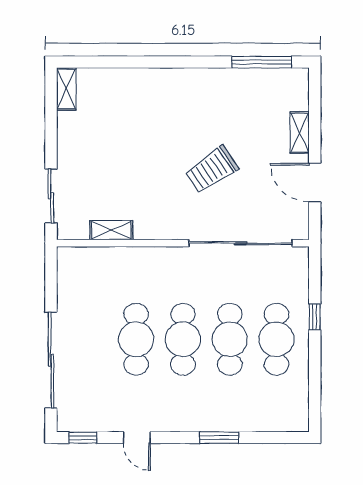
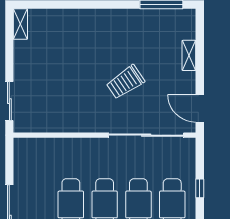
door: (315, 183) -> (200, 108), moved
shelving: (111, 230) -> (53, 126), removed

